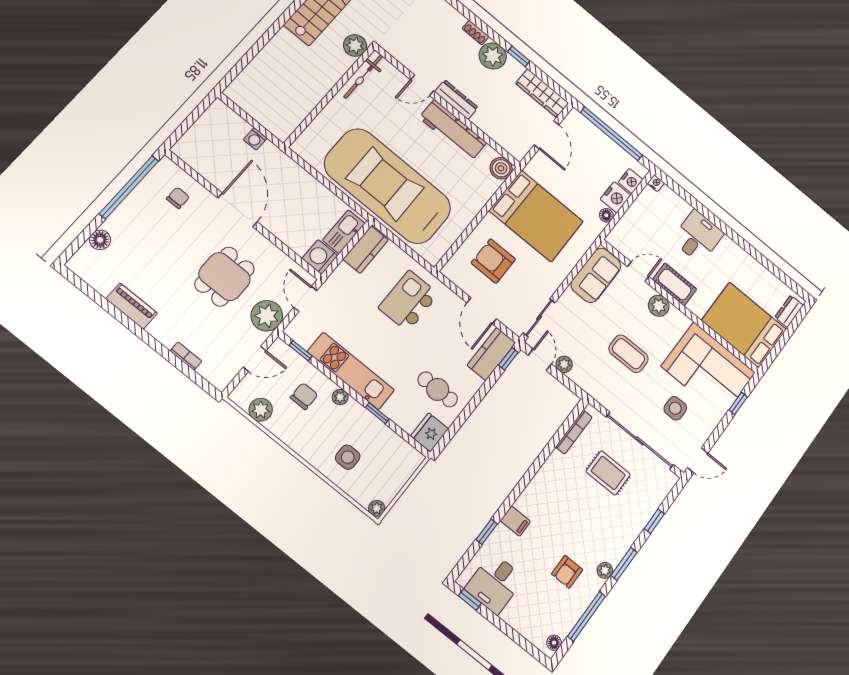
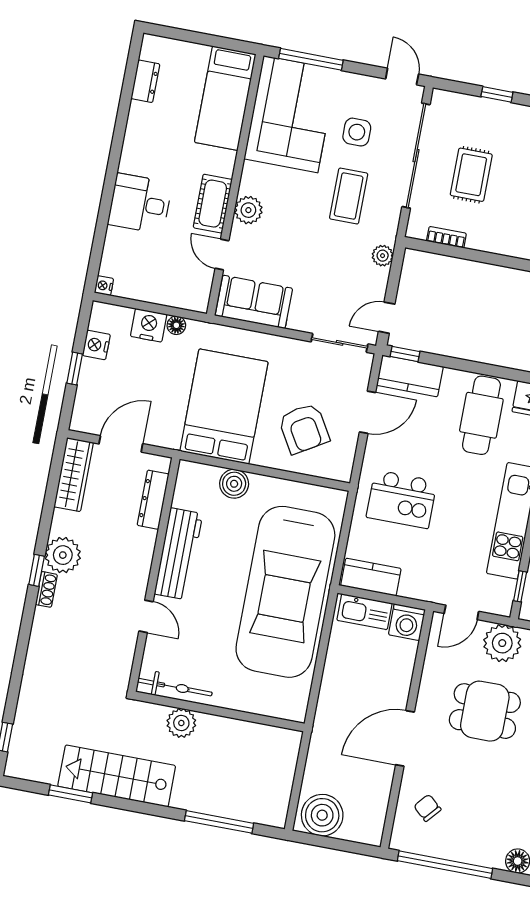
plant: (355, 45) -> (181, 723), moved
window: (253, 52) -> (219, 822), added
window: (519, 56) -> (37, 570), moved
dresser: (456, 100) -> (153, 500), moved
boiler: (216, 123) -> (322, 815), added
window: (611, 134) -> (75, 369), width x0.32
washing machine: (255, 139) -> (316, 764), removed
boiler: (501, 168) -> (234, 484), moved
nightstand: (631, 181) -> (96, 345), moved, turned -90
chair: (178, 198) -> (427, 808), turned 41
armchair: (493, 261) -> (304, 429), turned -31
dresser: (789, 311) -> (145, 81), moved, turned -90
bed: (744, 325) -> (225, 98), width x0.67
coffee table: (629, 354) -> (349, 196), moved
plant: (564, 364) -> (383, 256), moved
cafe table: (438, 389) -> (481, 415), width x1.37, depth x1.35
window: (738, 403) -> (311, 59), width x2.17
bookcase: (574, 432) -> (446, 237), width x0.64

